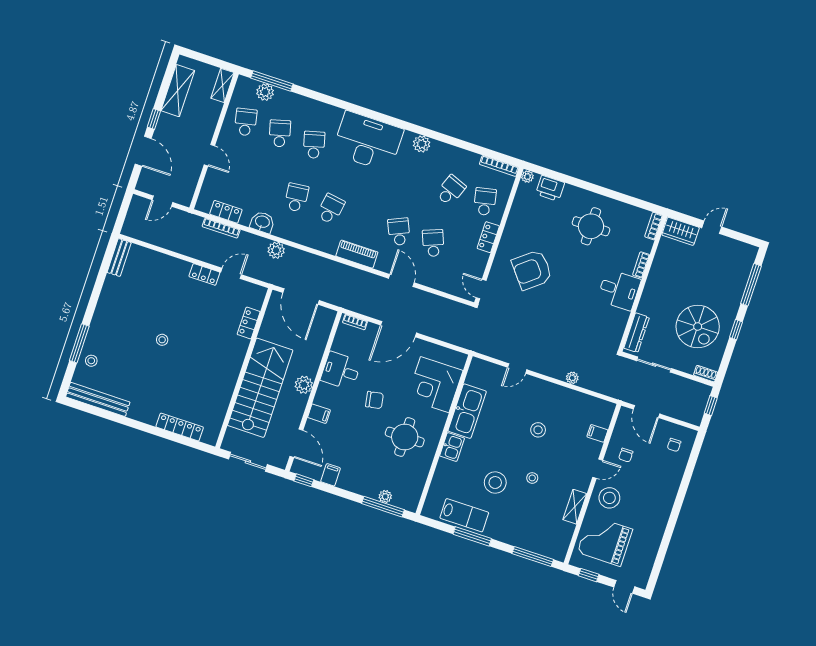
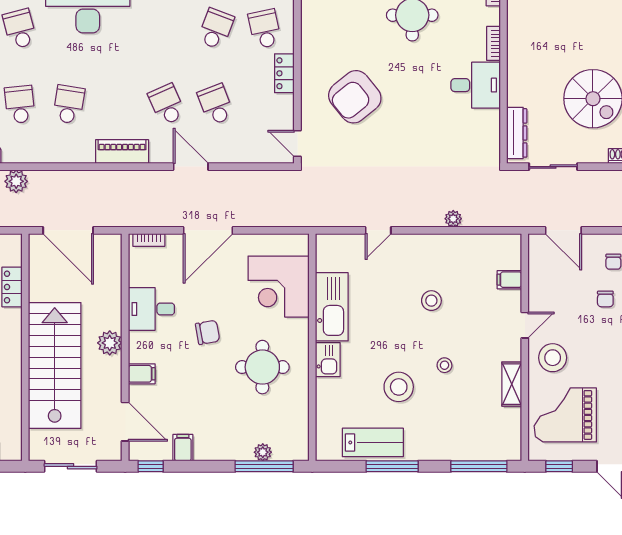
chair: (626, 455) -> (605, 299), moved

